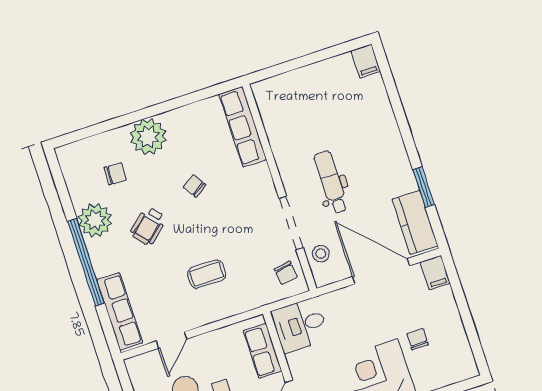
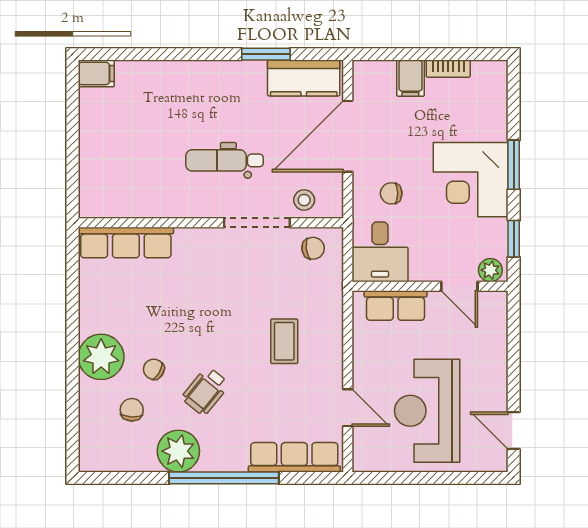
chair: (194, 186) -> (154, 369), moved, turned 64
wheelchair: (148, 226) -> (205, 391), turned 80
filing cabinet: (435, 273) -> (410, 78), moved, turned 90
bookcase: (459, 332) -> (448, 69), added
chair: (418, 339) -> (391, 193), moved

